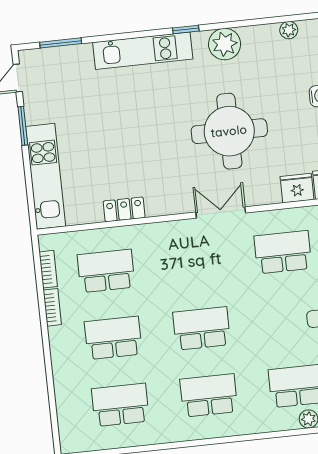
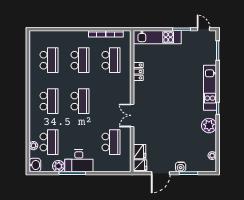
round table: (229, 131) -> (169, 123), removed
double door: (221, 213) -> (132, 115), swing flipped

